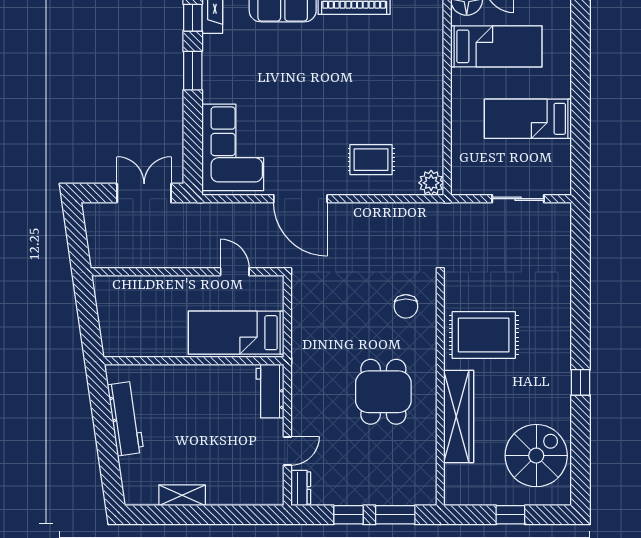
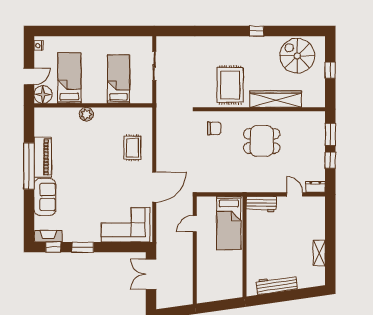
bed: (528, 119) -> (119, 79), moved, turned 180
plant: (431, 183) -> (86, 114), moved

